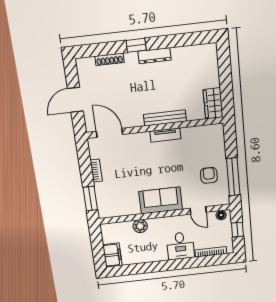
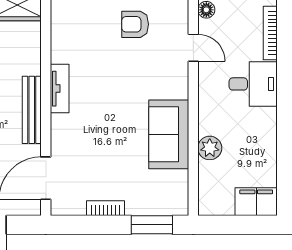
bench: (165, 118) -> (32, 110), moved
sofa: (161, 200) -> (169, 134), moved
door: (198, 210) -> (193, 48), hinge flipped

